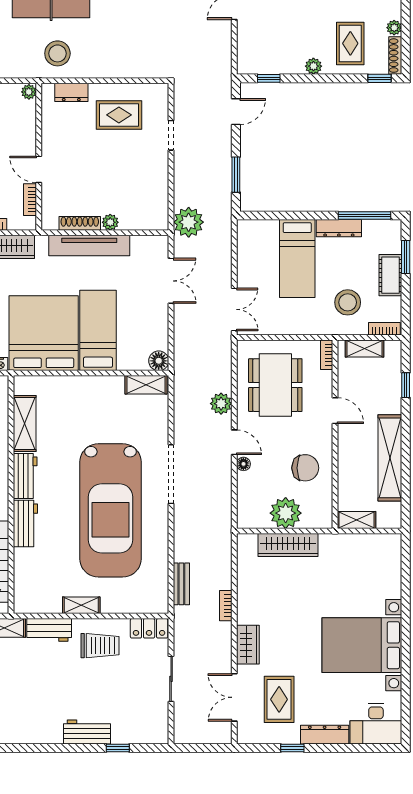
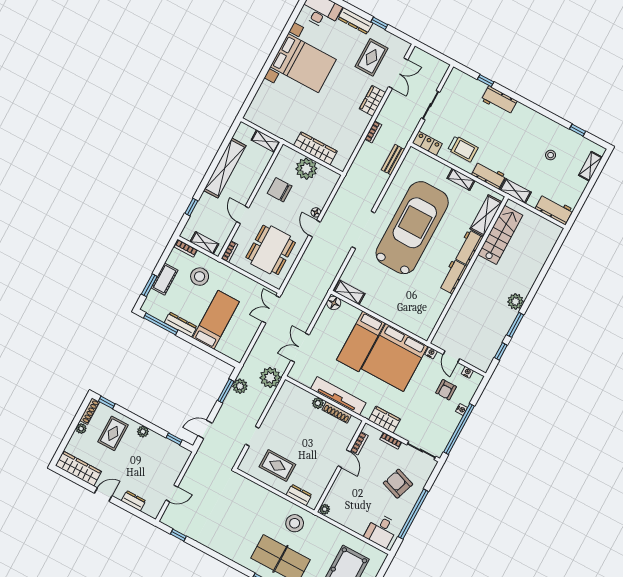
plant: (221, 404) -> (240, 386), moved
shelving: (25, 423) -> (486, 215), moved
trolley: (100, 646) -> (463, 149), turned 180

